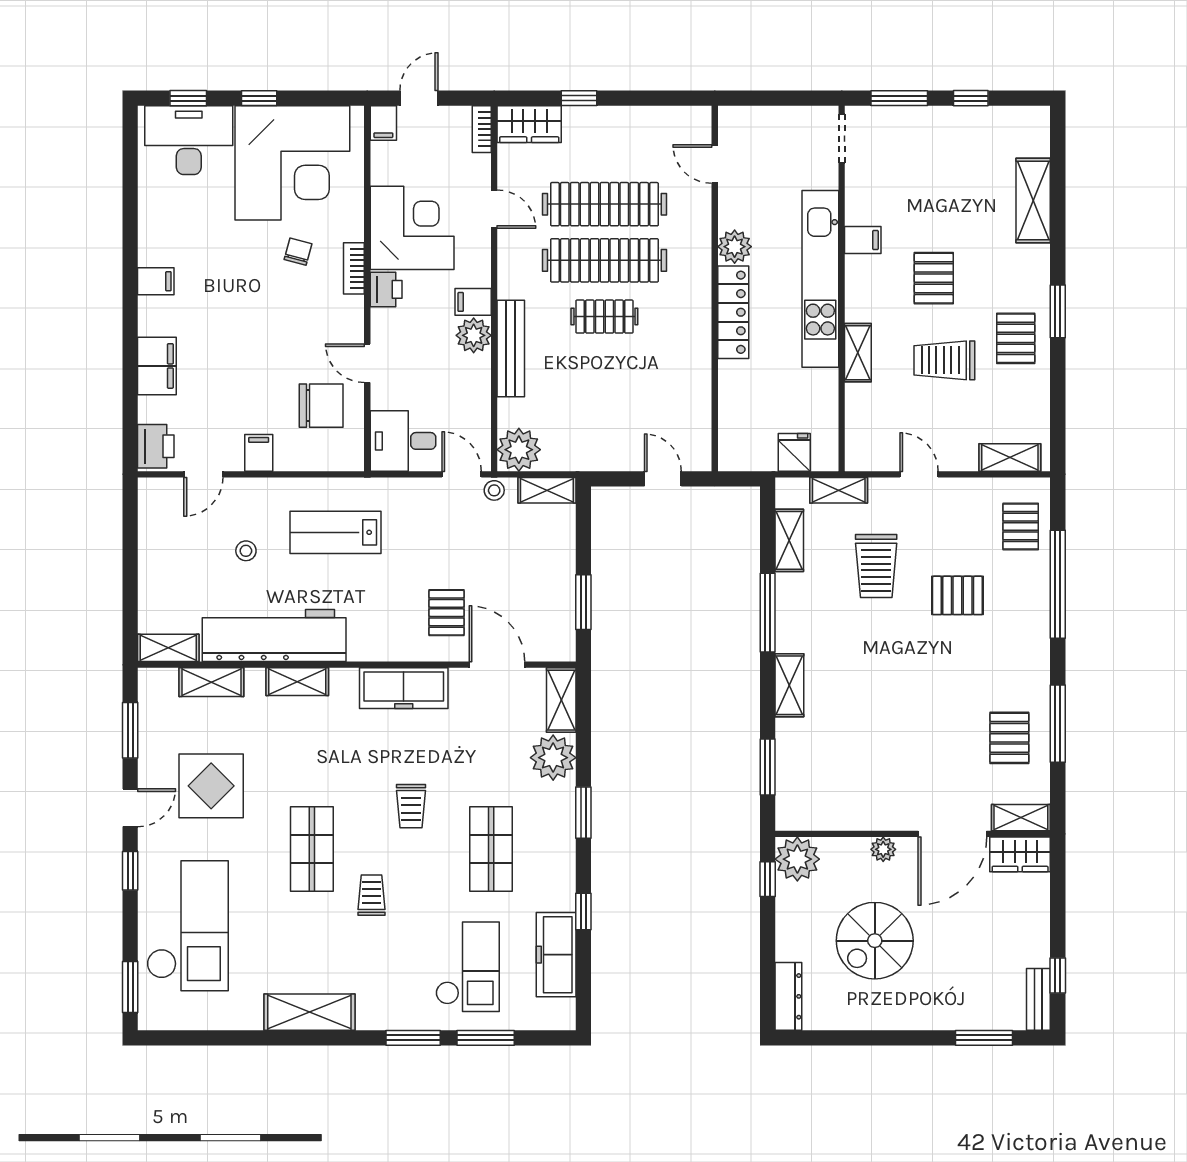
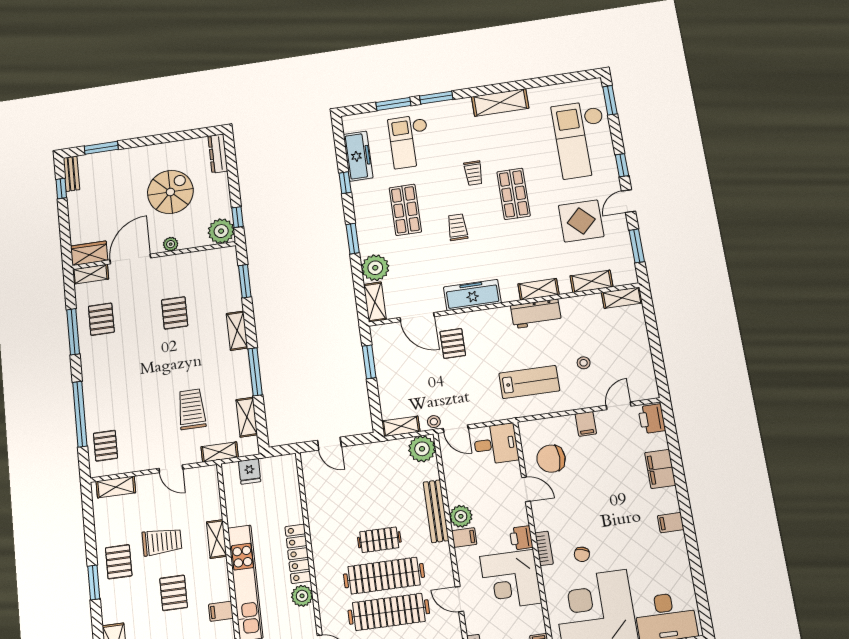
pallet: (957, 595) -> (175, 313), moved, turned 90
workbench: (274, 635) -> (536, 314), width x0.53, depth x0.76

